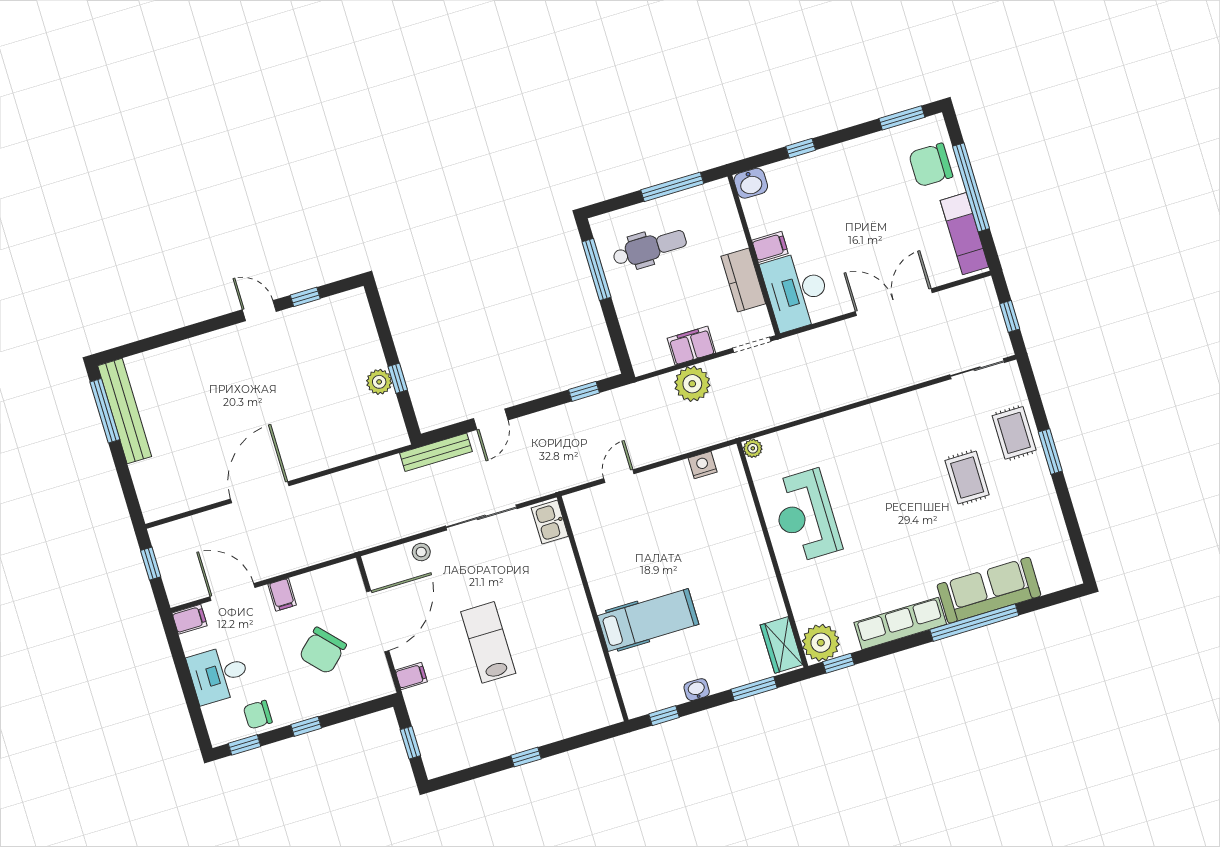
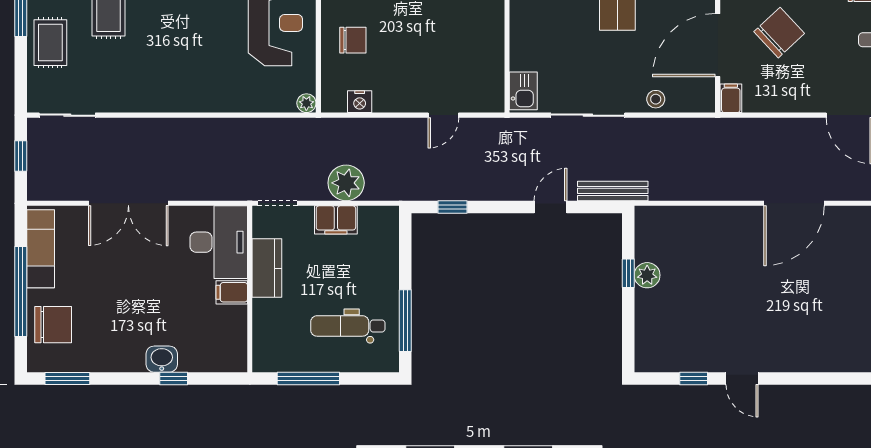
washbasin: (751, 183) -> (162, 359), moved
chair: (727, 522) -> (353, 40), added
filing cabinet: (282, 595) -> (731, 98), moved

